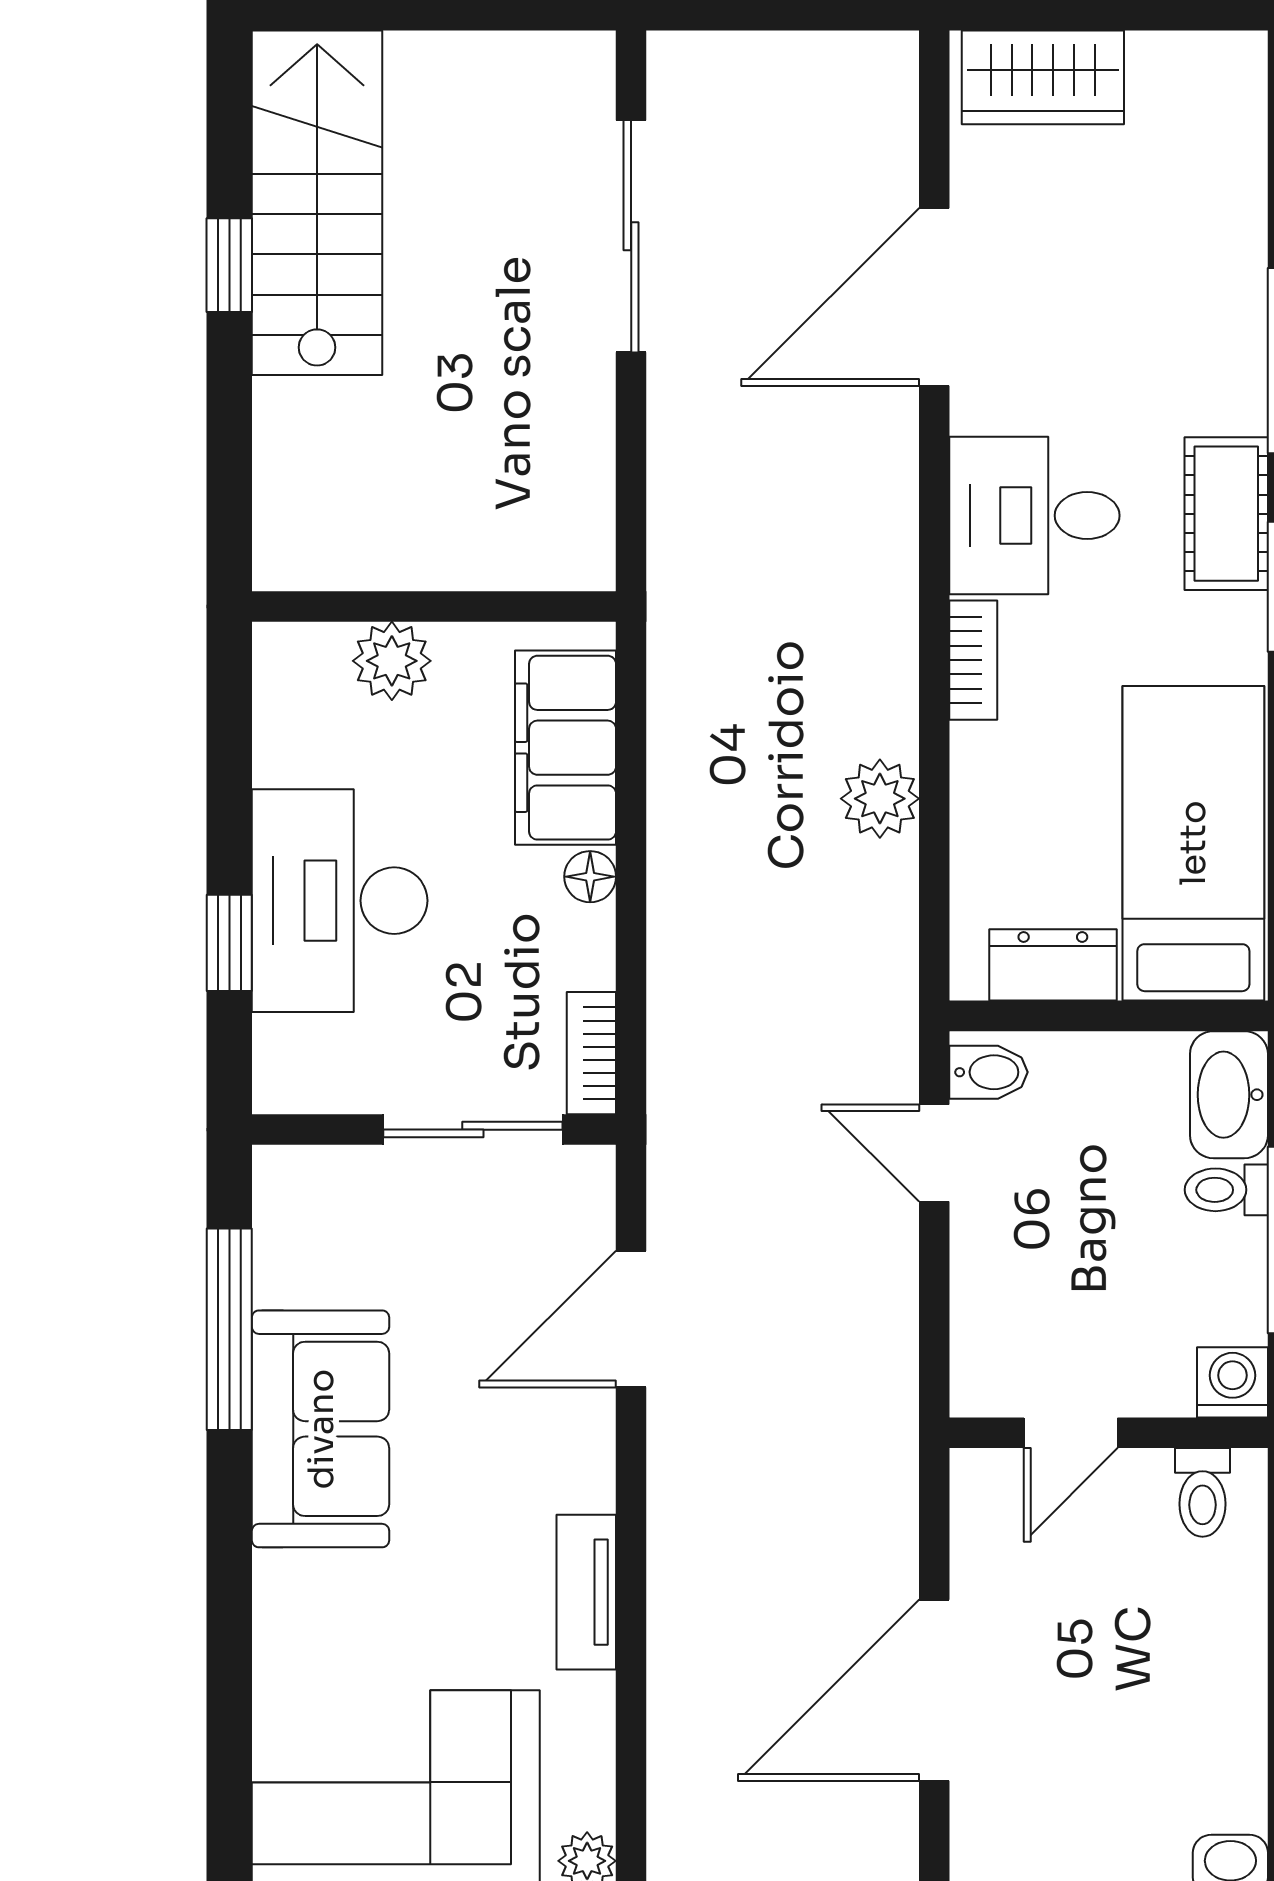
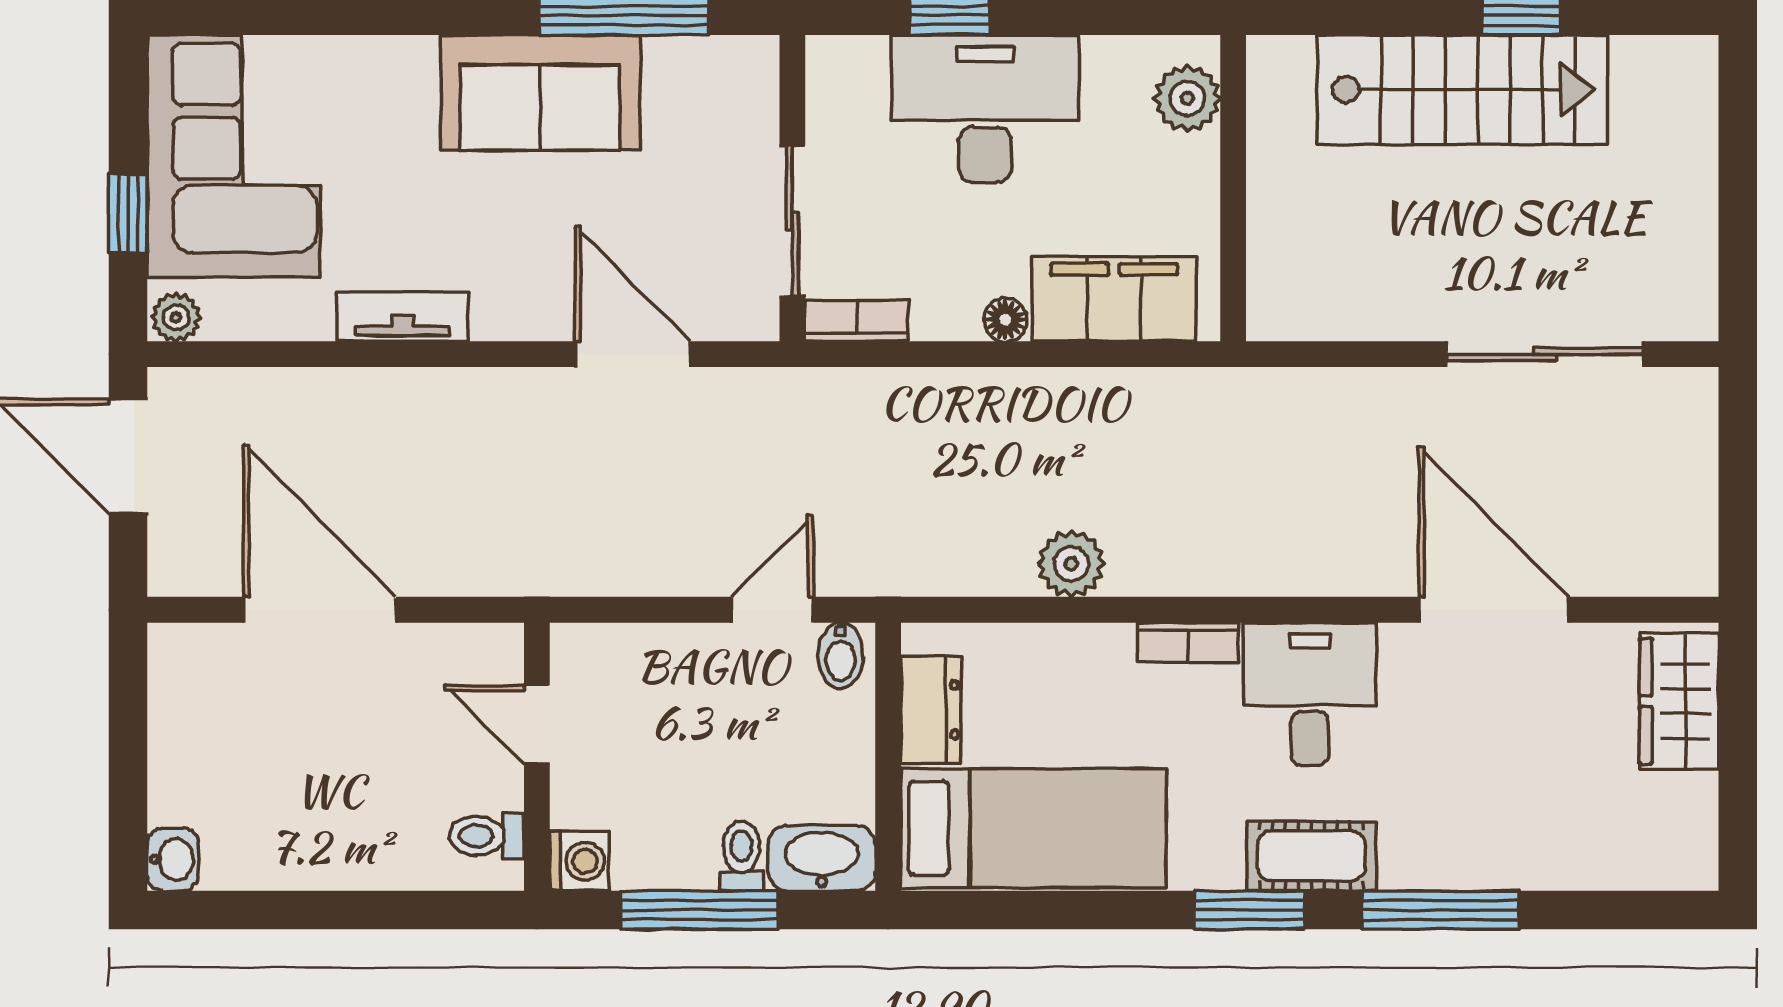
stairs: (317, 203) -> (1462, 90), moved
plant: (392, 661) -> (1187, 98), moved

